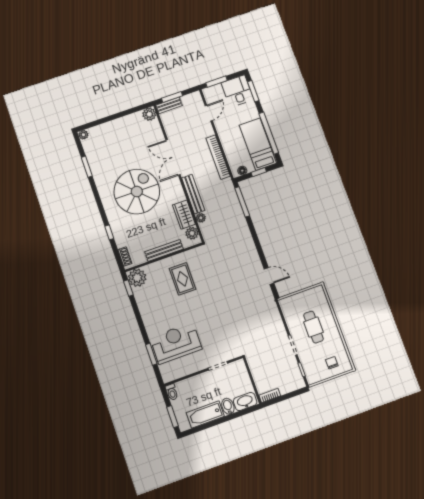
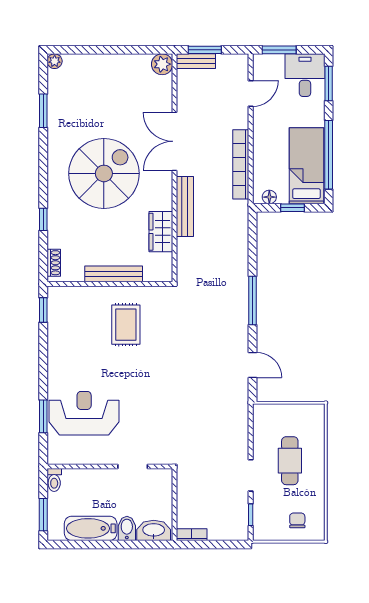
window: (242, 202) -> (253, 300), moved
plant: (201, 218) -> (184, 245), removed
plant: (192, 233) -> (163, 263), removed
plant: (137, 278) -> (61, 300), removed

